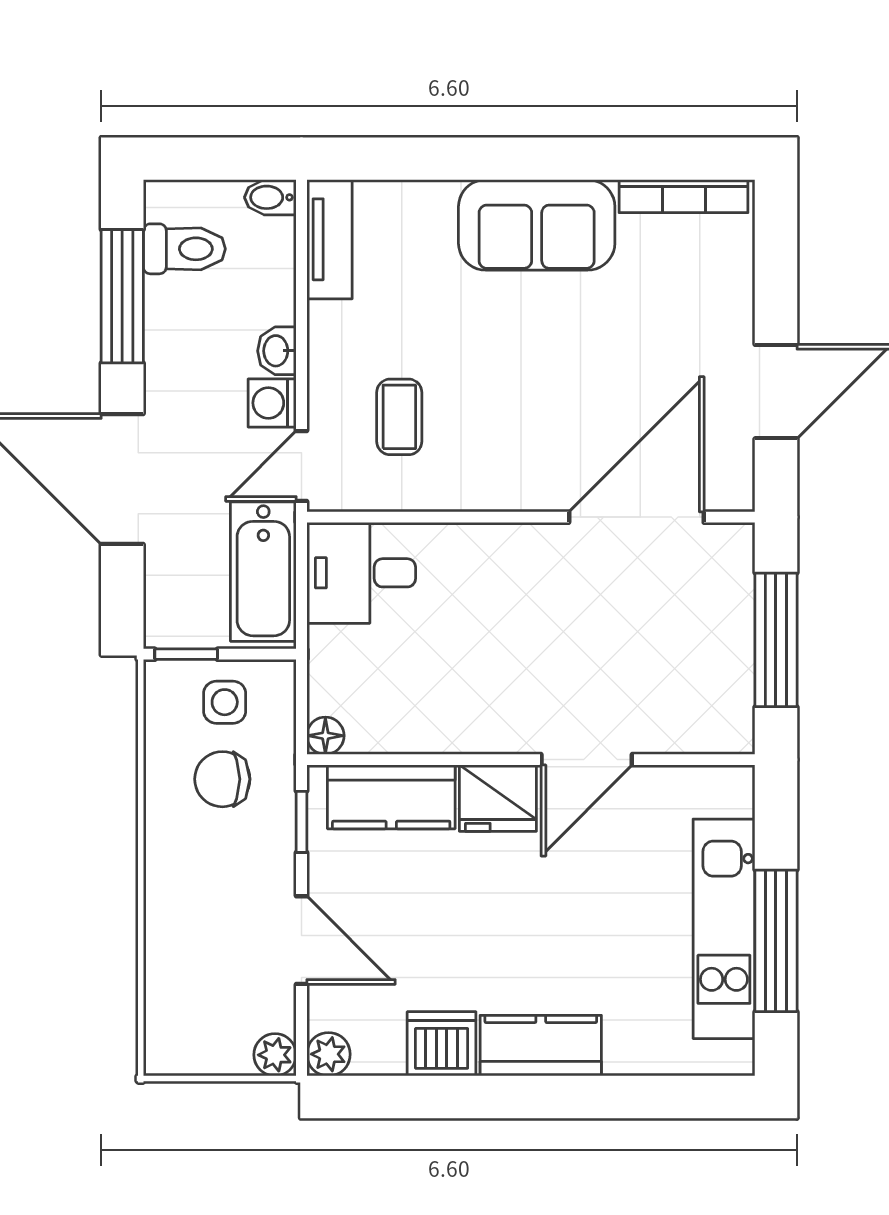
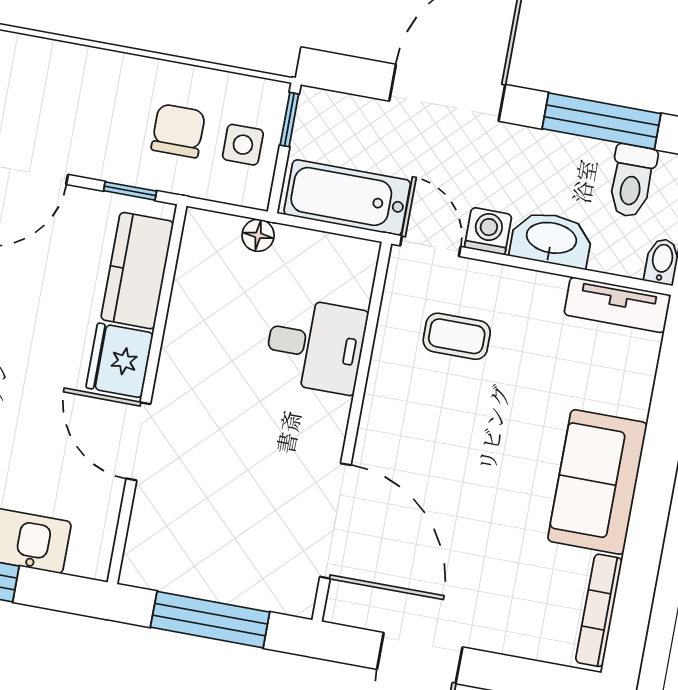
washbasin: (277, 351) -> (551, 239), width x1.91, depth x1.45
desk: (361, 573) -> (315, 345), moved, turned 90
floor lamp: (325, 736) -> (258, 235), moved

